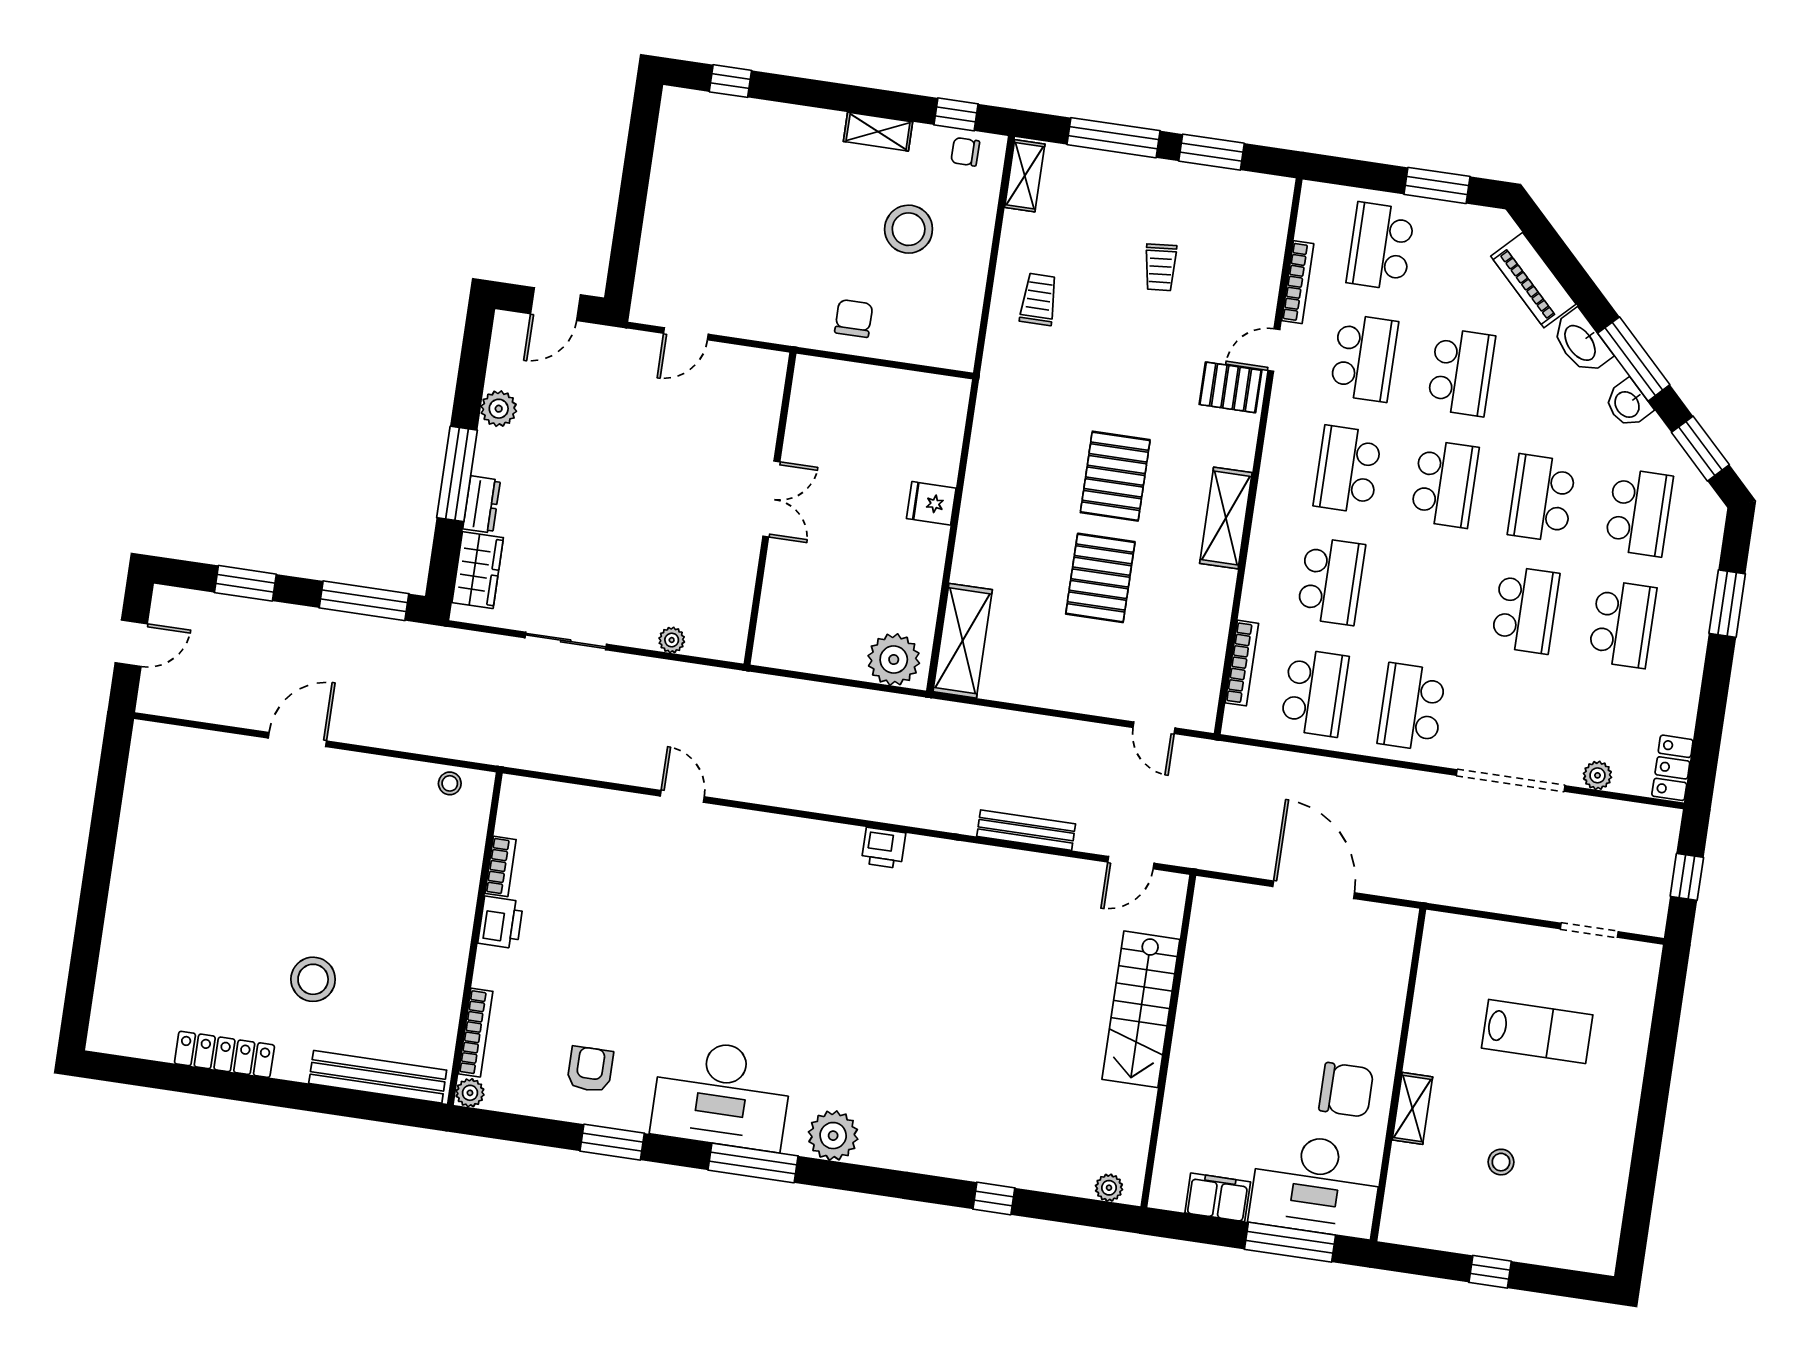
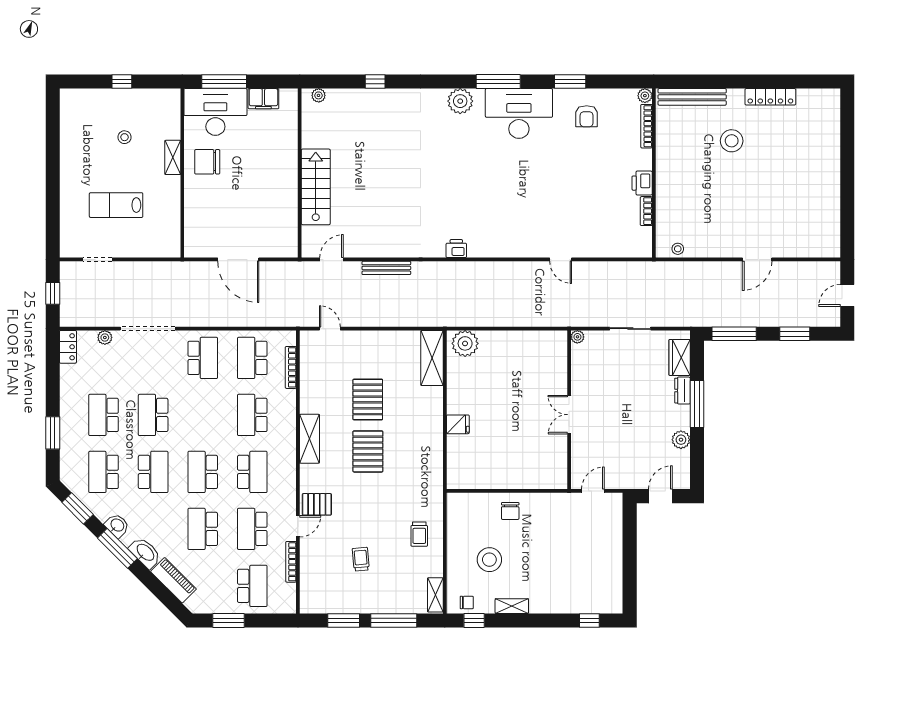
double door: (771, 499) -> (569, 415), moved
wall: (770, 509) -> (569, 410), moved

